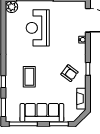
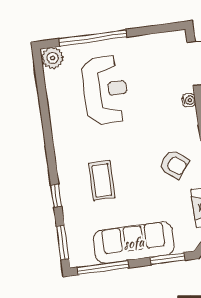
reception desk: (38, 28) -> (105, 90), turned 180

